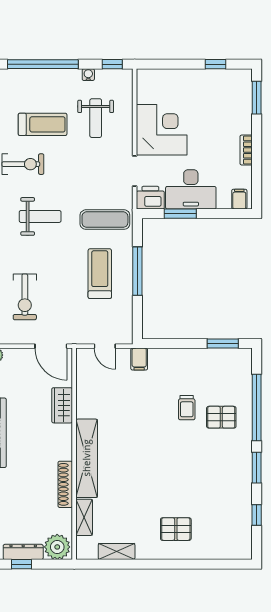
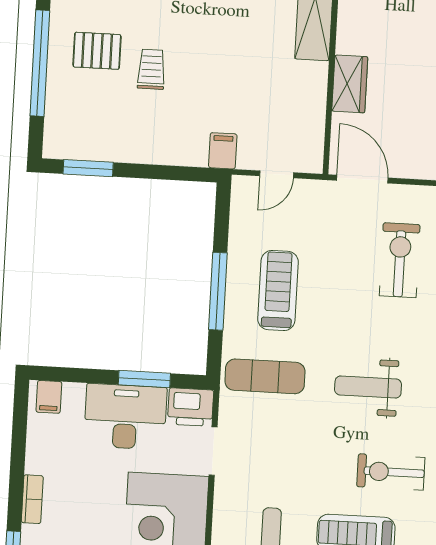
bookcase: (246, 150) -> (32, 499), moved
treadmill: (100, 274) -> (278, 290), turned 180
door: (105, 346) -> (277, 174), swing flipped

